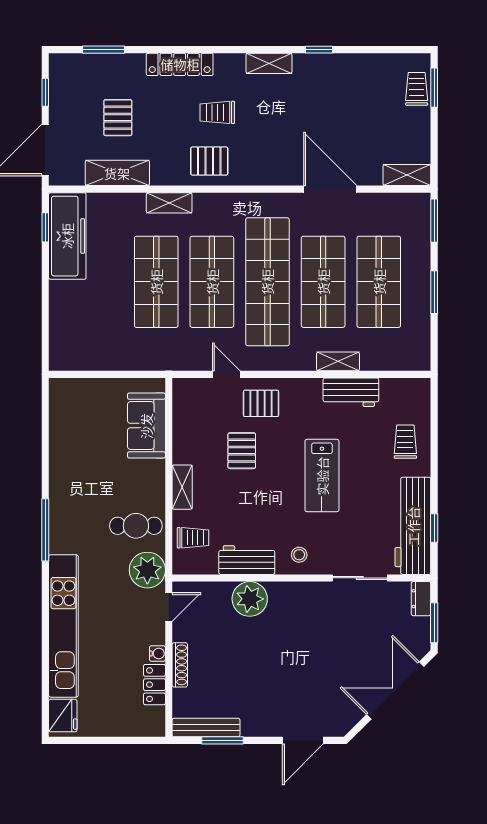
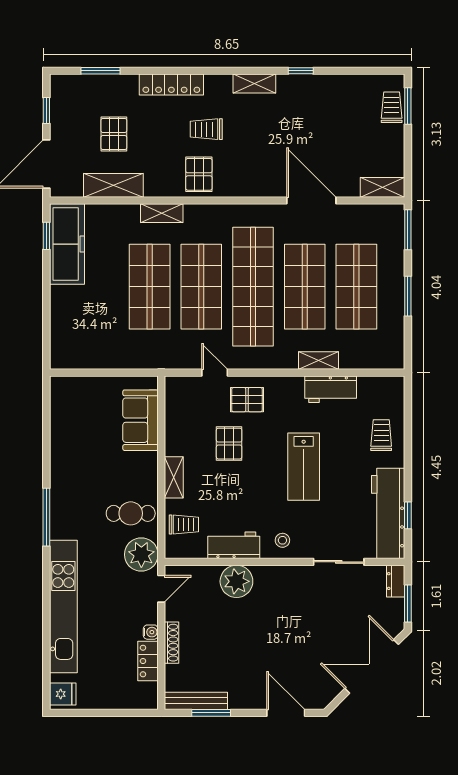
pallet: (209, 161) -> (199, 174), turned 90
fridge: (63, 716) -> (63, 694), width x0.72
door: (303, 740) -> (286, 713), swing flipped

